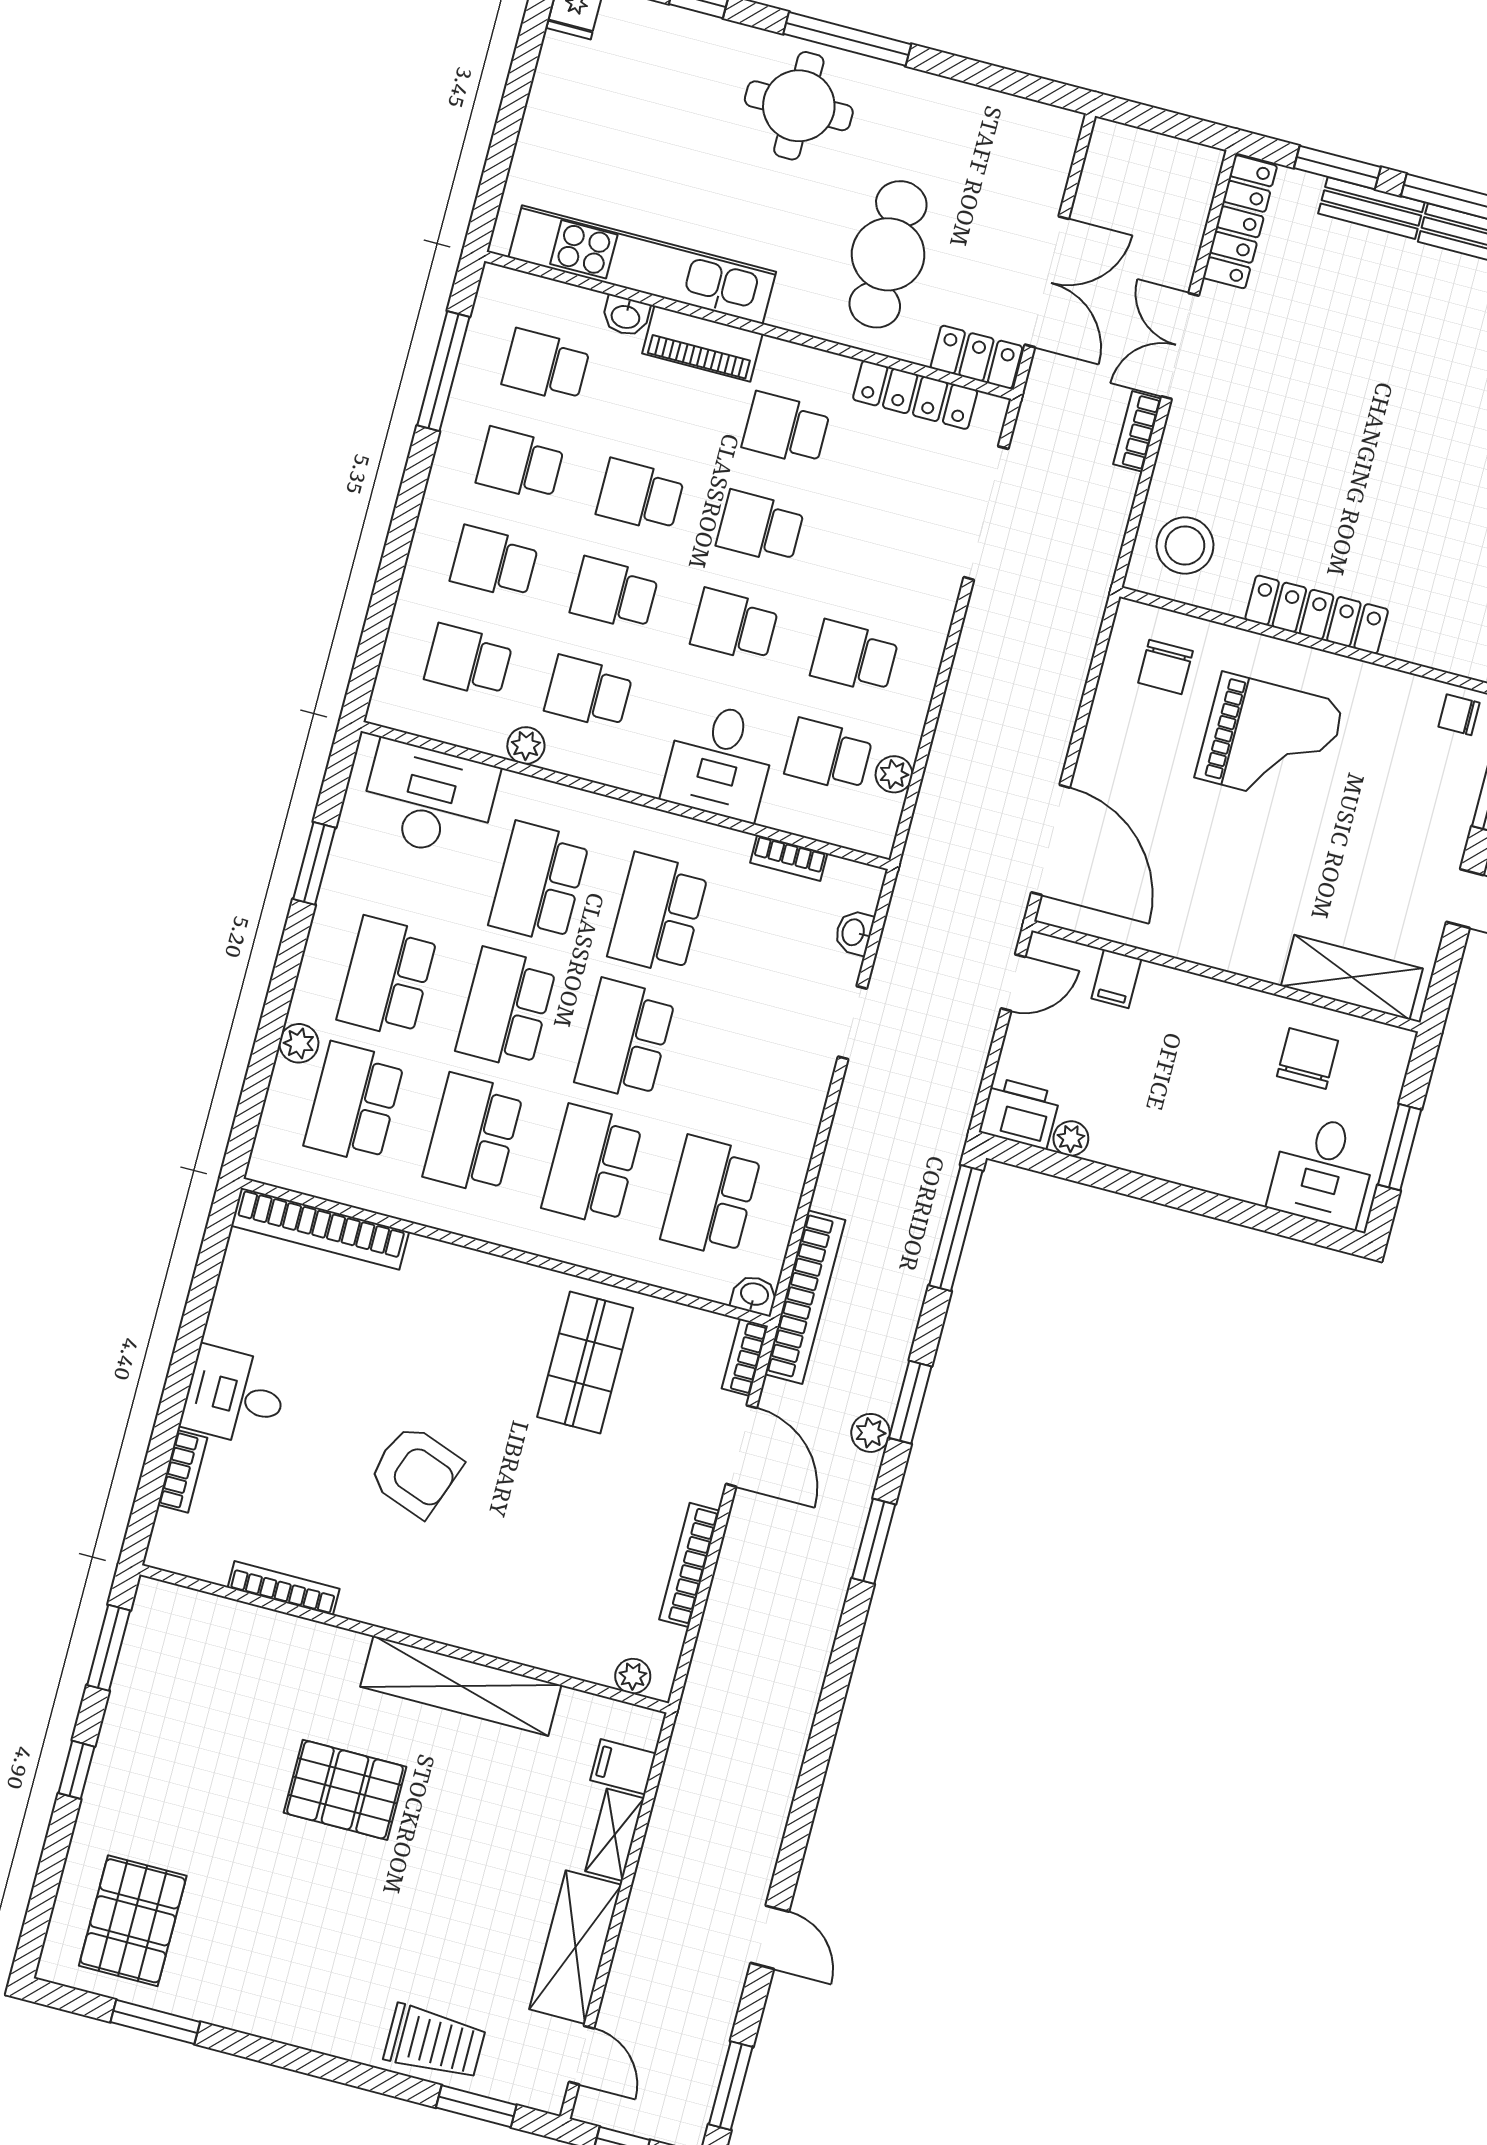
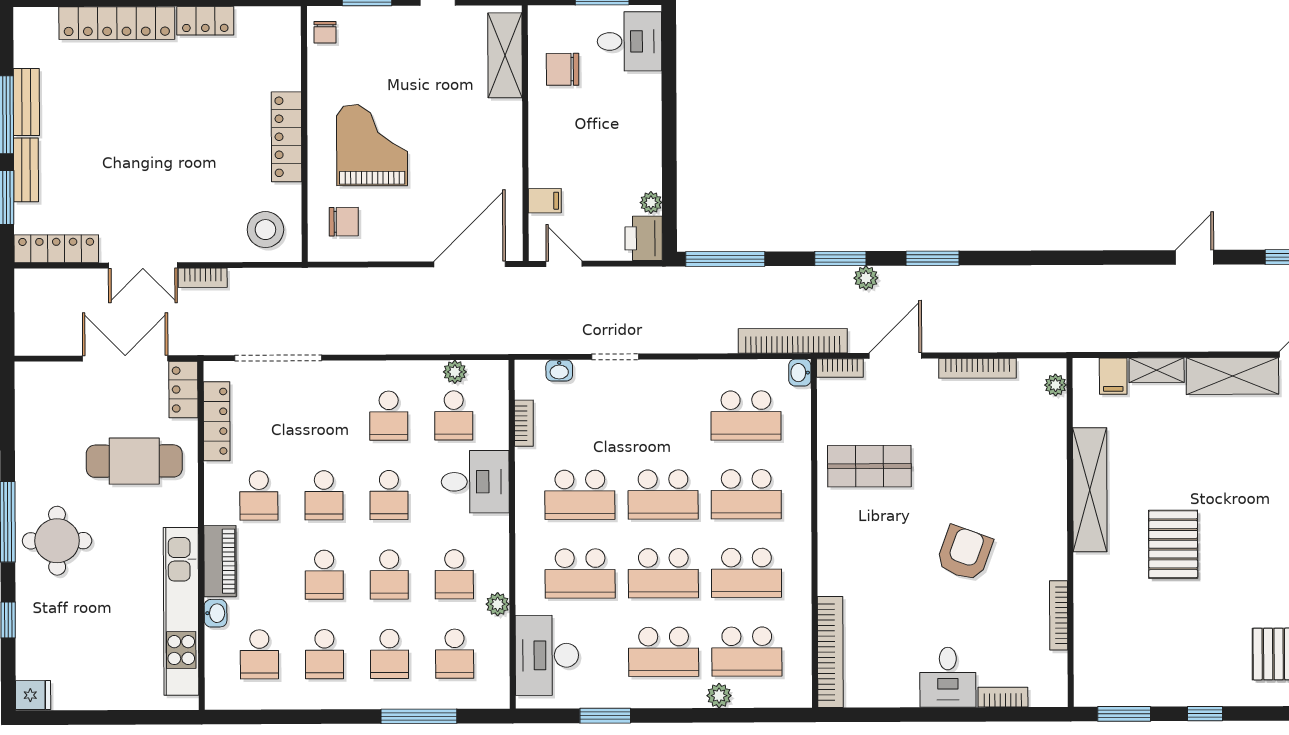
window: (443, 371) -> (419, 716), moved

